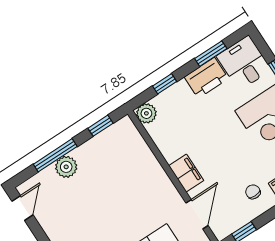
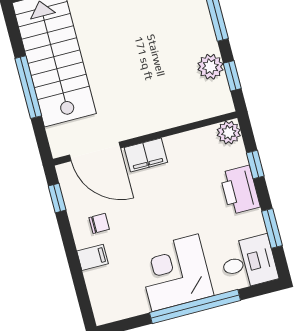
printer: (206, 78) -> (240, 190), moved
plant: (66, 167) -> (210, 67), moved
door: (197, 214) -> (95, 152), width x1.36

